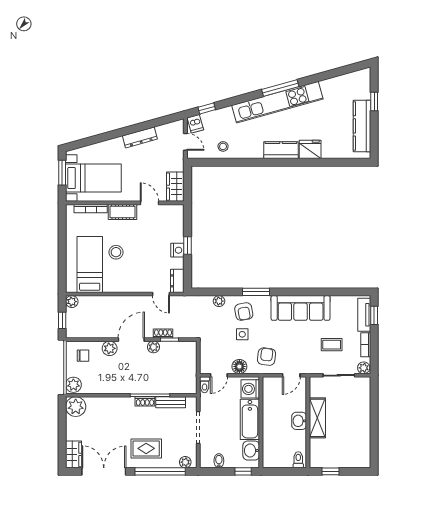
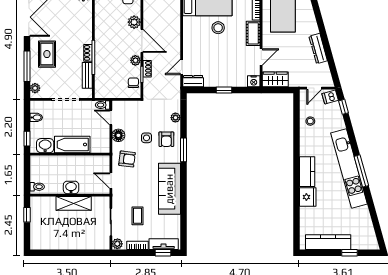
nightstand: (177, 250) -> (254, 81), moved
armchair: (244, 312) -> (166, 139), turned -80
chair: (179, 349) -> (133, 83), added
washing machine: (250, 389) -> (99, 145), removed
window: (160, 471) -> (27, 66), width x0.68

